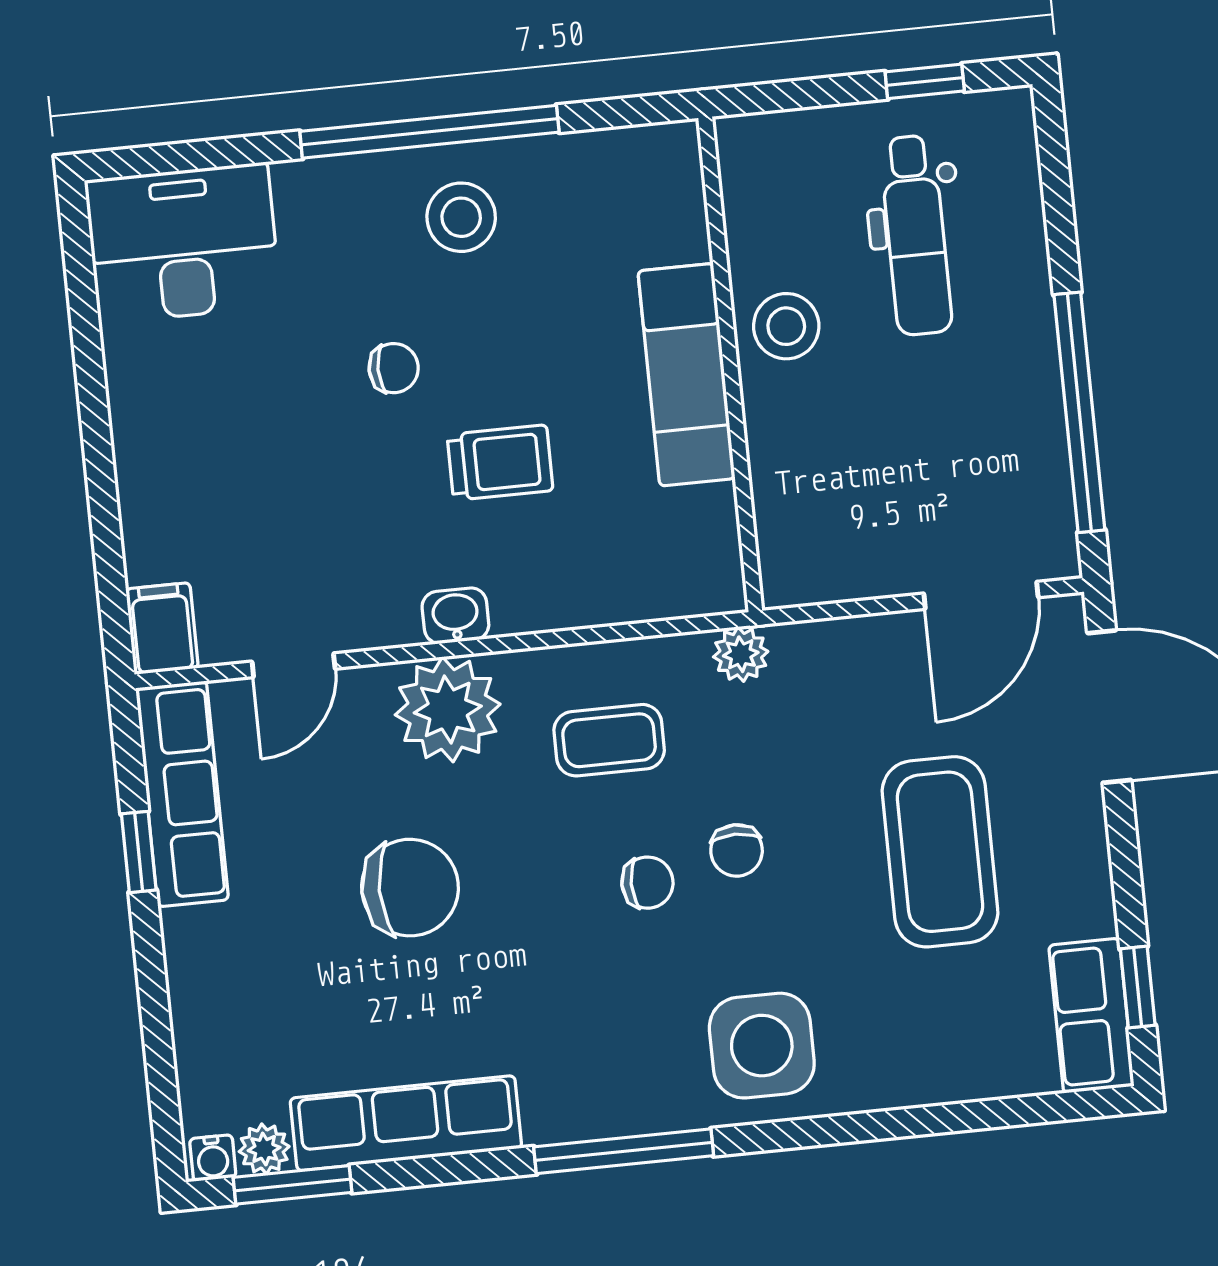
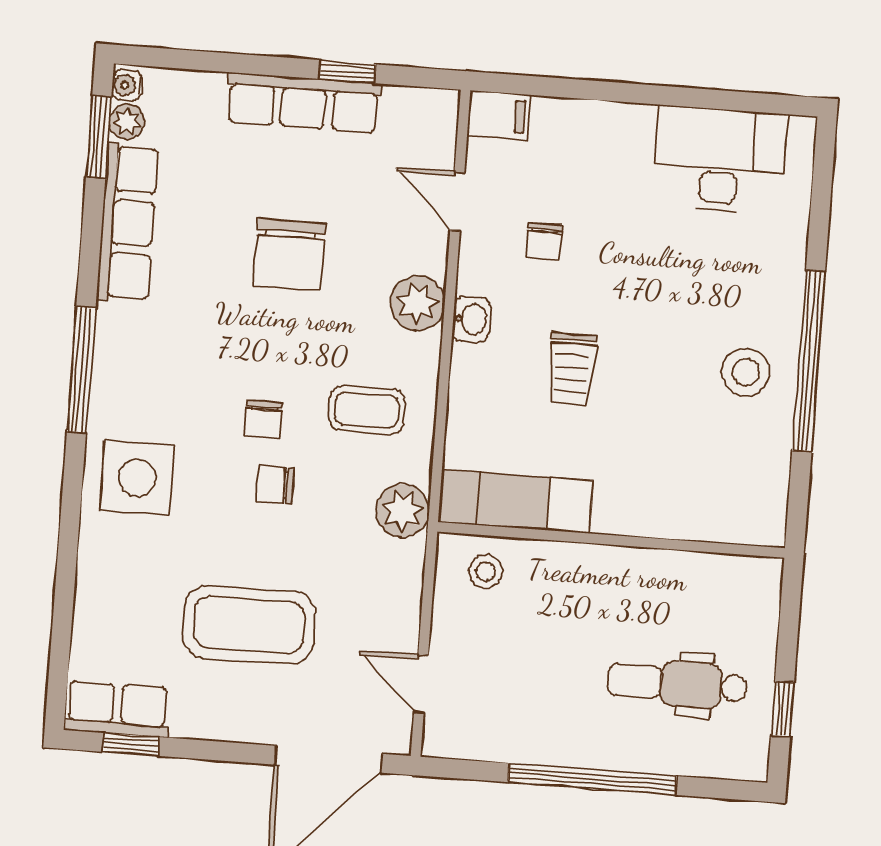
desk: (183, 243) -> (720, 160), moved, turned -90
stool: (786, 326) -> (486, 572), moved, width x0.73, depth x0.73
chair: (394, 368) -> (544, 241), moved
exam couch: (687, 375) -> (515, 501), moved
window: (1079, 412) -> (592, 779), moved
door: (981, 595) -> (421, 684), width x0.73
plant: (741, 654) -> (403, 511), width x1.38, depth x1.38
plant: (448, 709) -> (418, 303), width x0.73, depth x0.73
coffee table: (609, 740) -> (367, 410), turned 90
row of seats: (182, 794) -> (303, 103), moved

